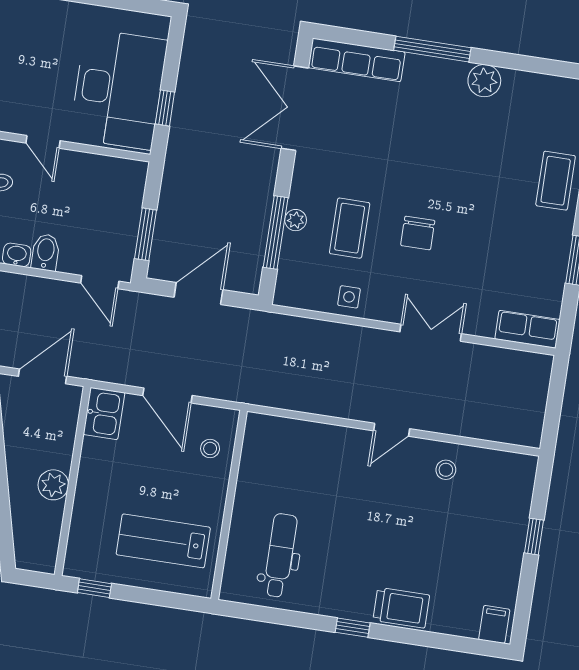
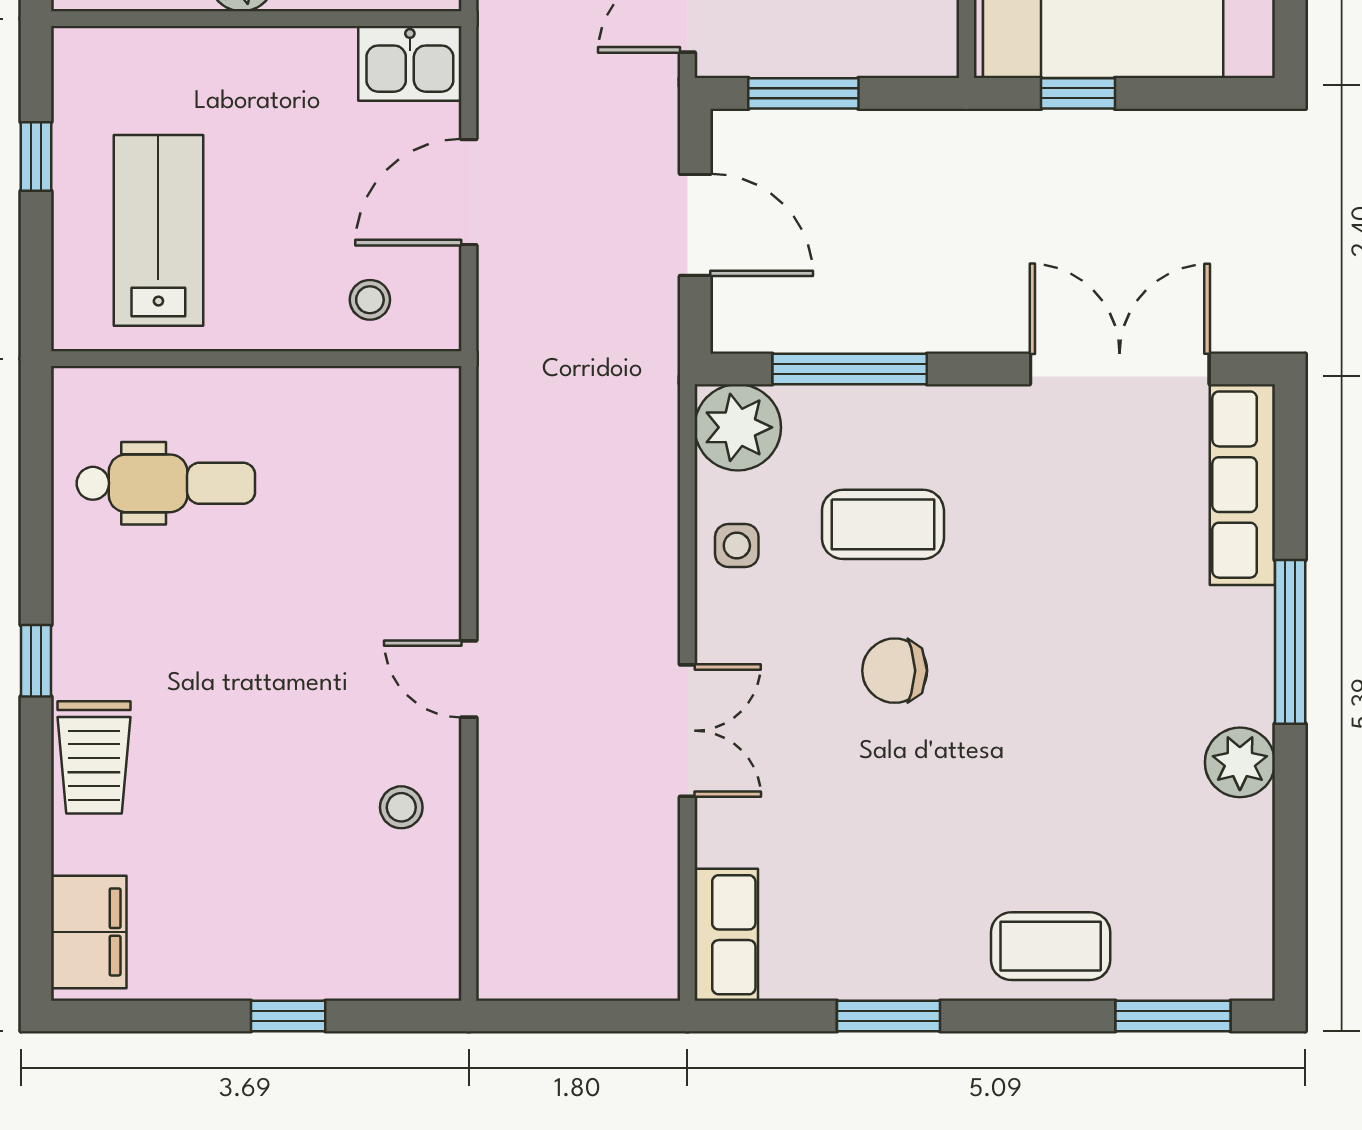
plant: (296, 220) -> (738, 427), moved, width x1.88, depth x1.88
window: (94, 588) -> (36, 156), moved
filing cabinet: (494, 624) -> (89, 932), width x2.00

